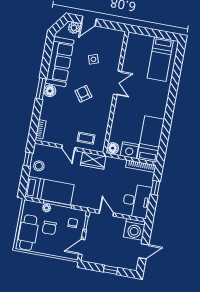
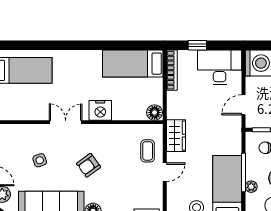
nightstand: (129, 150) -> (100, 110), moved, turned 90

